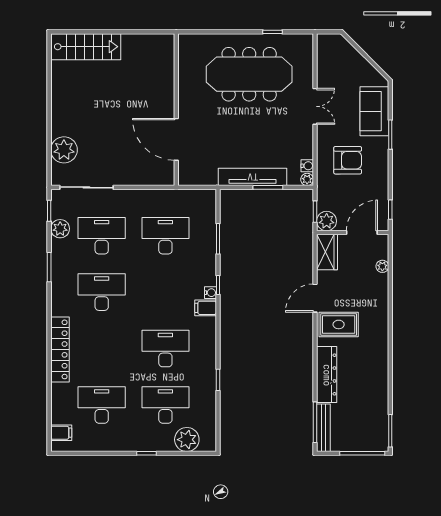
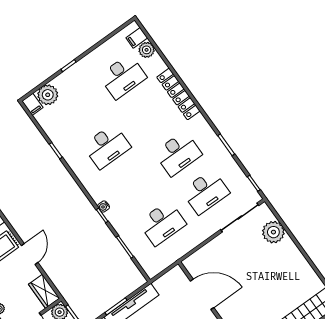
plant: (60, 229) -> (147, 50), moved
filing cabinet: (206, 308) -> (32, 104), moved, turned 90
desk: (165, 405) -> (79, 108), removed

